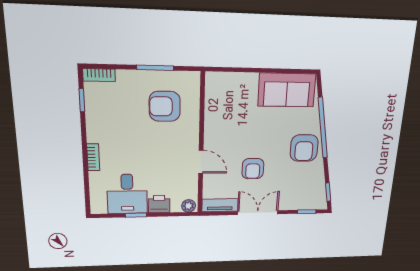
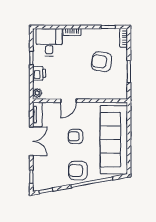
sofa: (287, 90) -> (114, 140), width x1.85, depth x1.27
armchair: (165, 106) -> (102, 62), moved, turned -82
armchair: (253, 169) -> (76, 136), moved
desk: (127, 194) -> (49, 42), moved, turned 90

